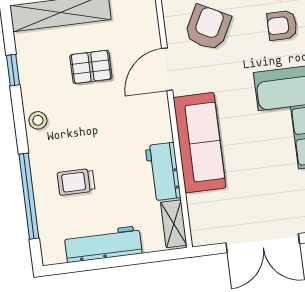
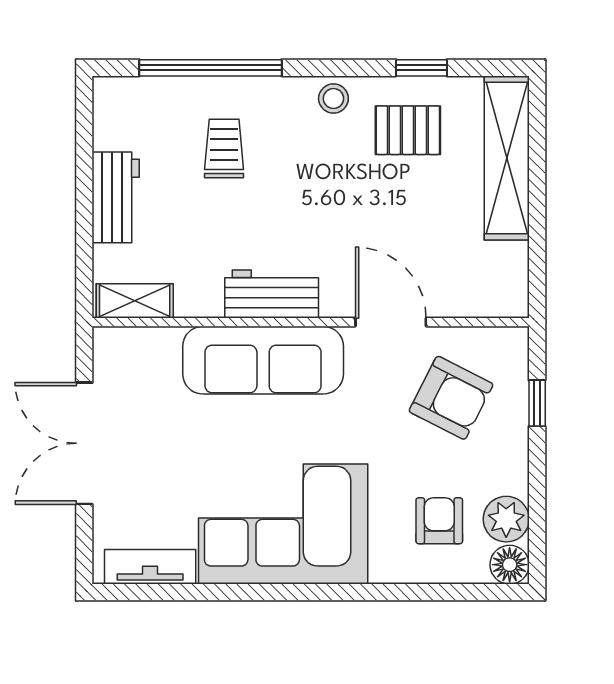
pallet: (91, 67) -> (408, 130), moved, turned 90
workbench: (163, 172) -> (272, 294), moved
workbench: (103, 244) -> (116, 197), width x0.73

